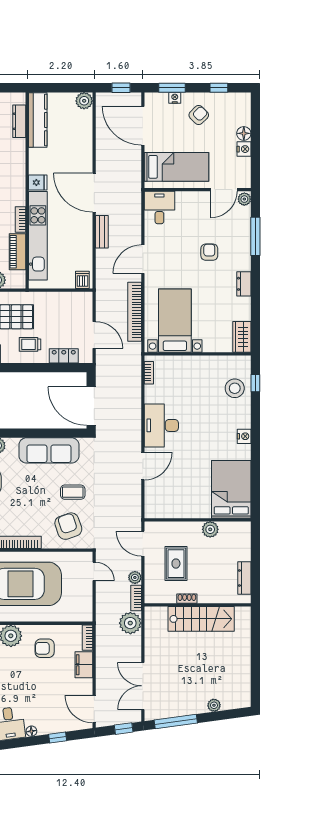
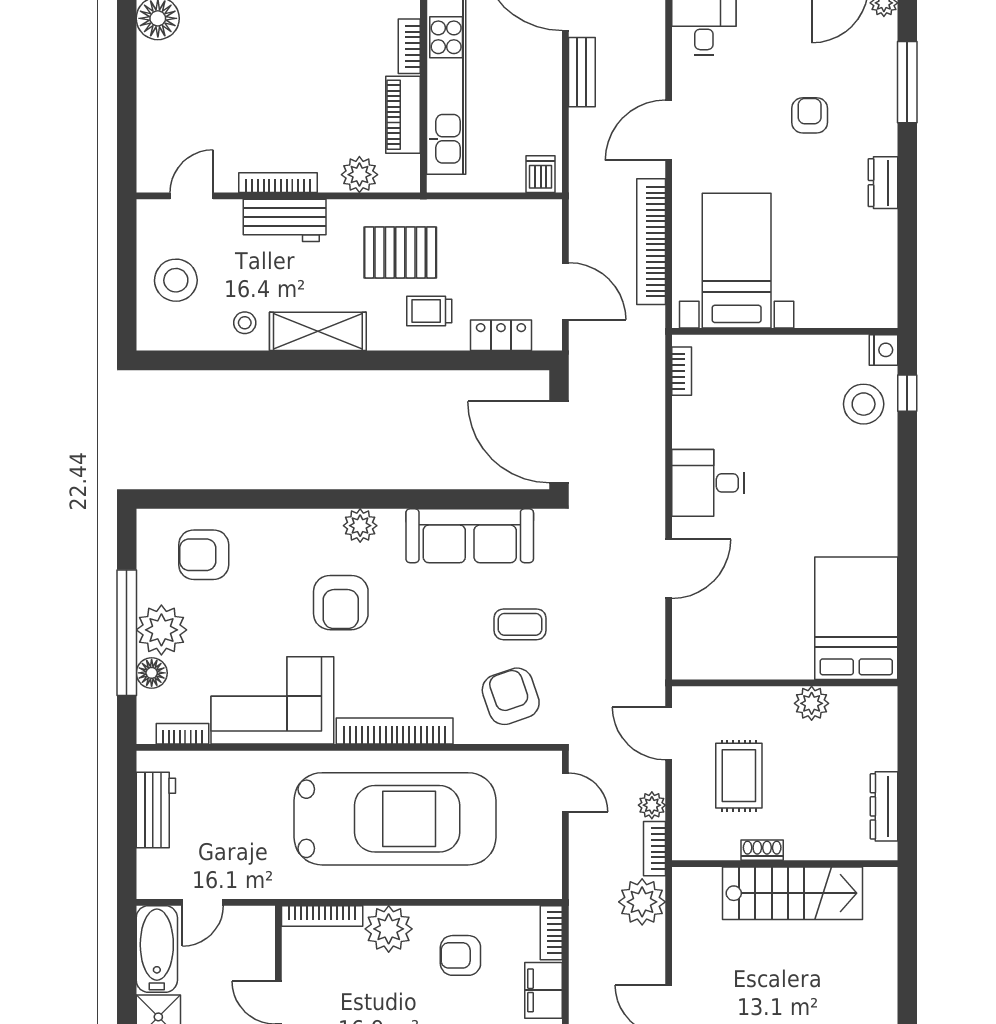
wardrobe: (242, 337) -> (879, 295), removed
desk: (161, 425) -> (708, 483), width x0.73
nightstand: (244, 436) -> (883, 350), moved

